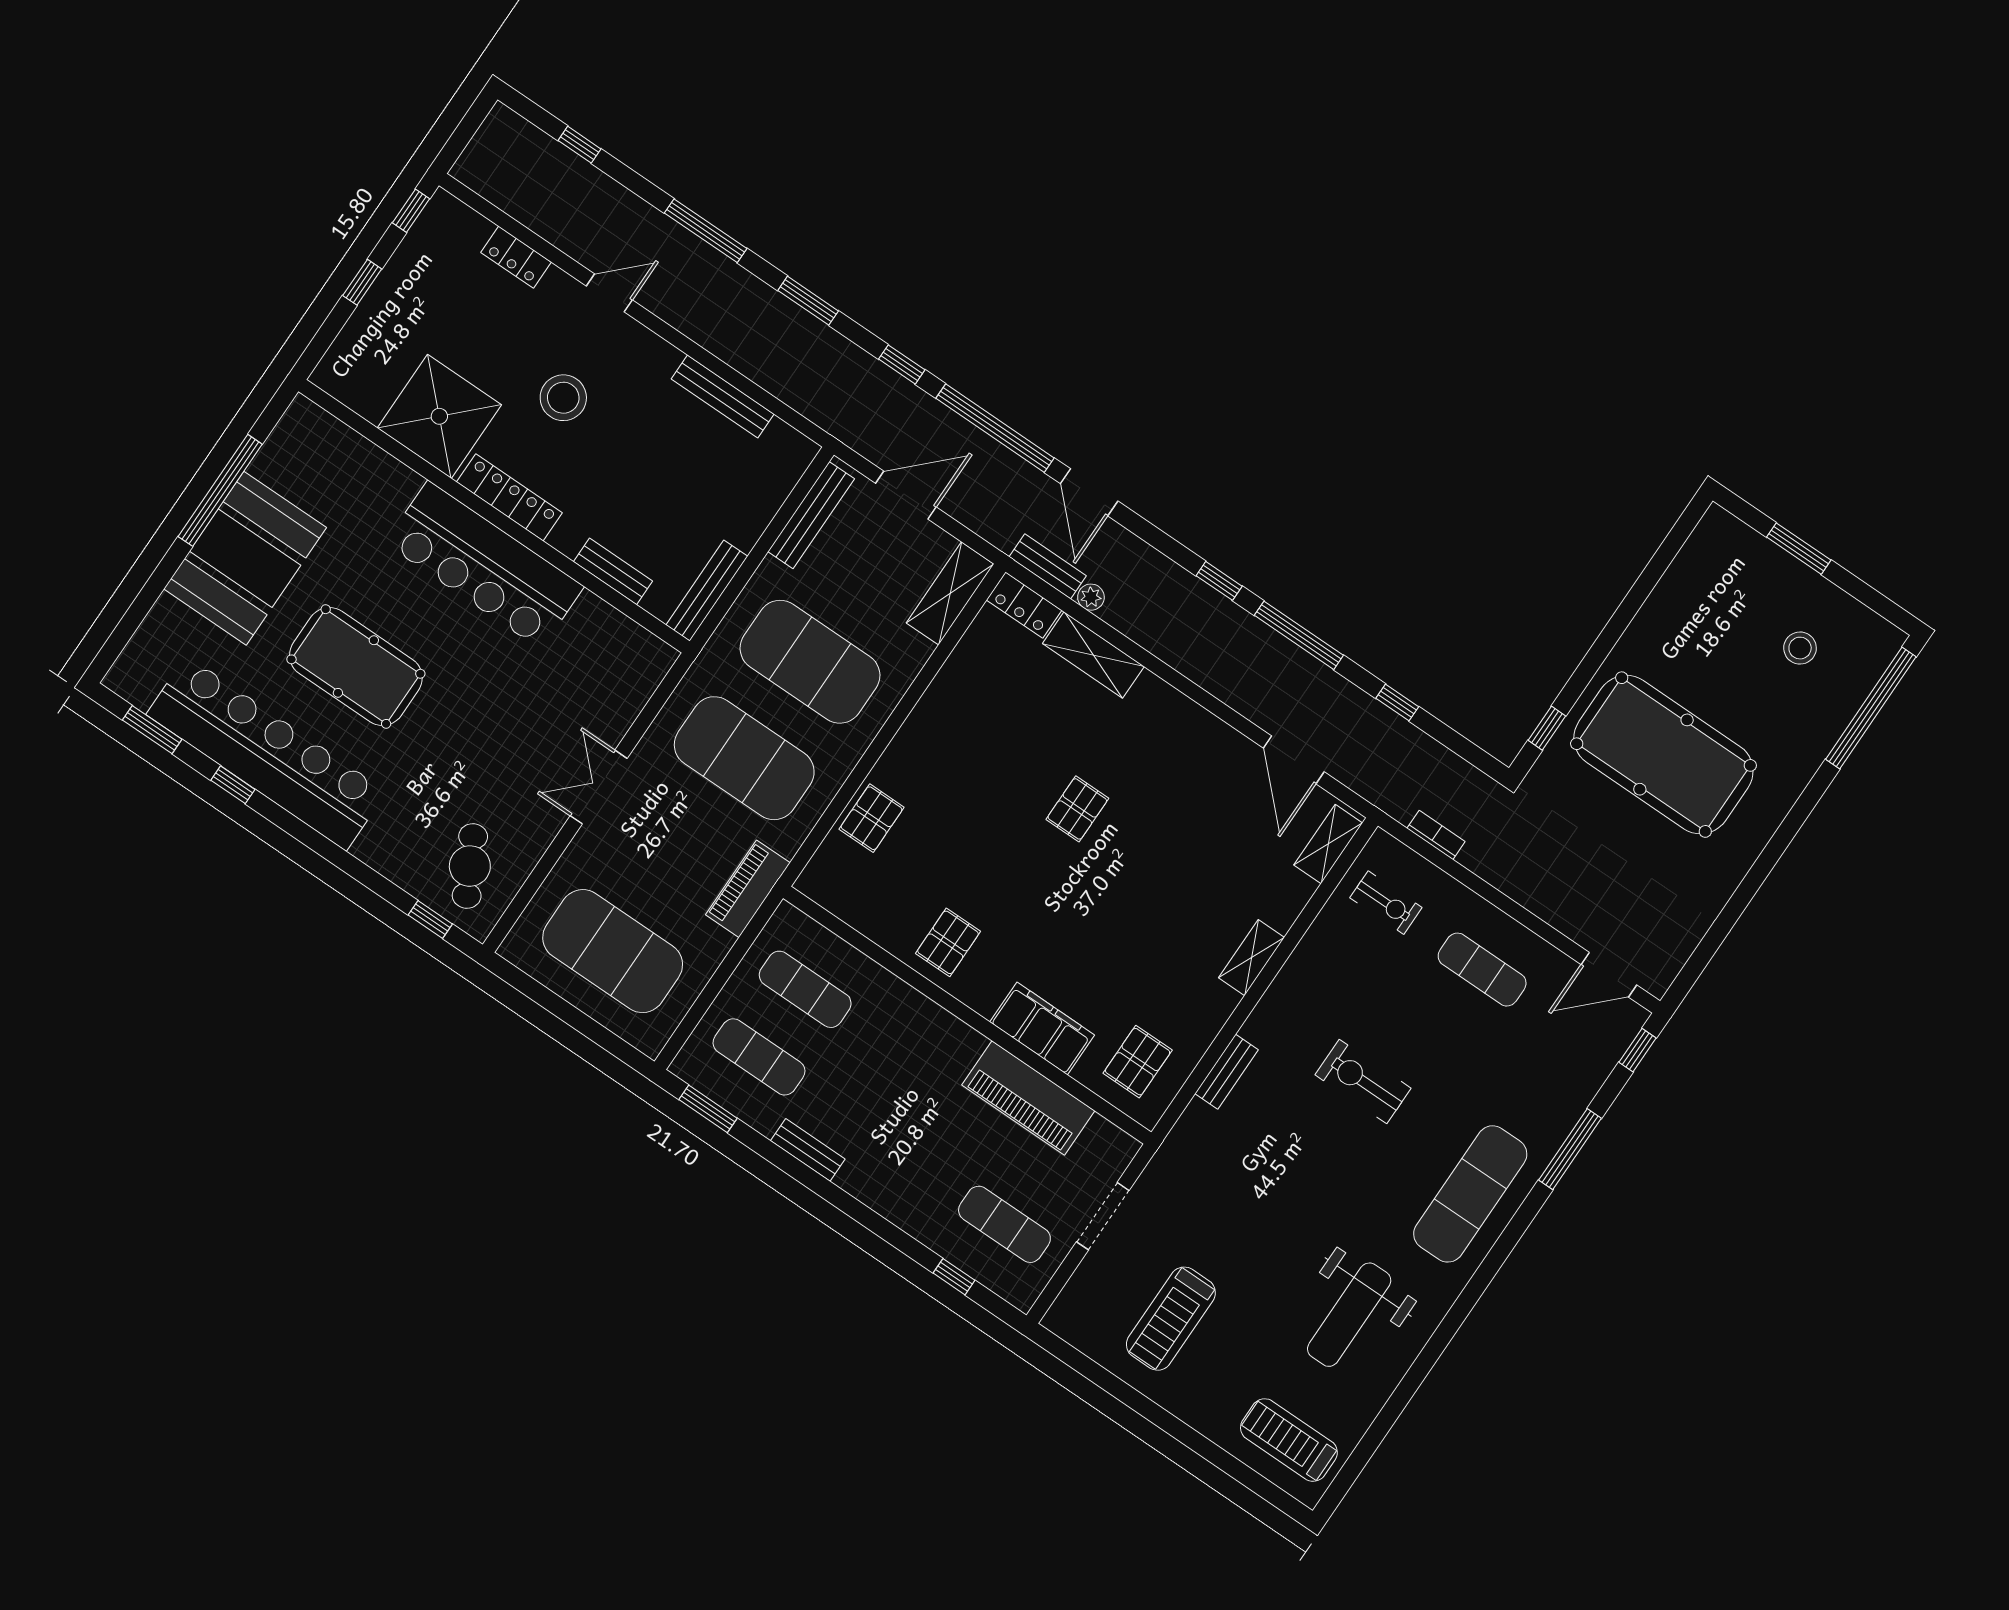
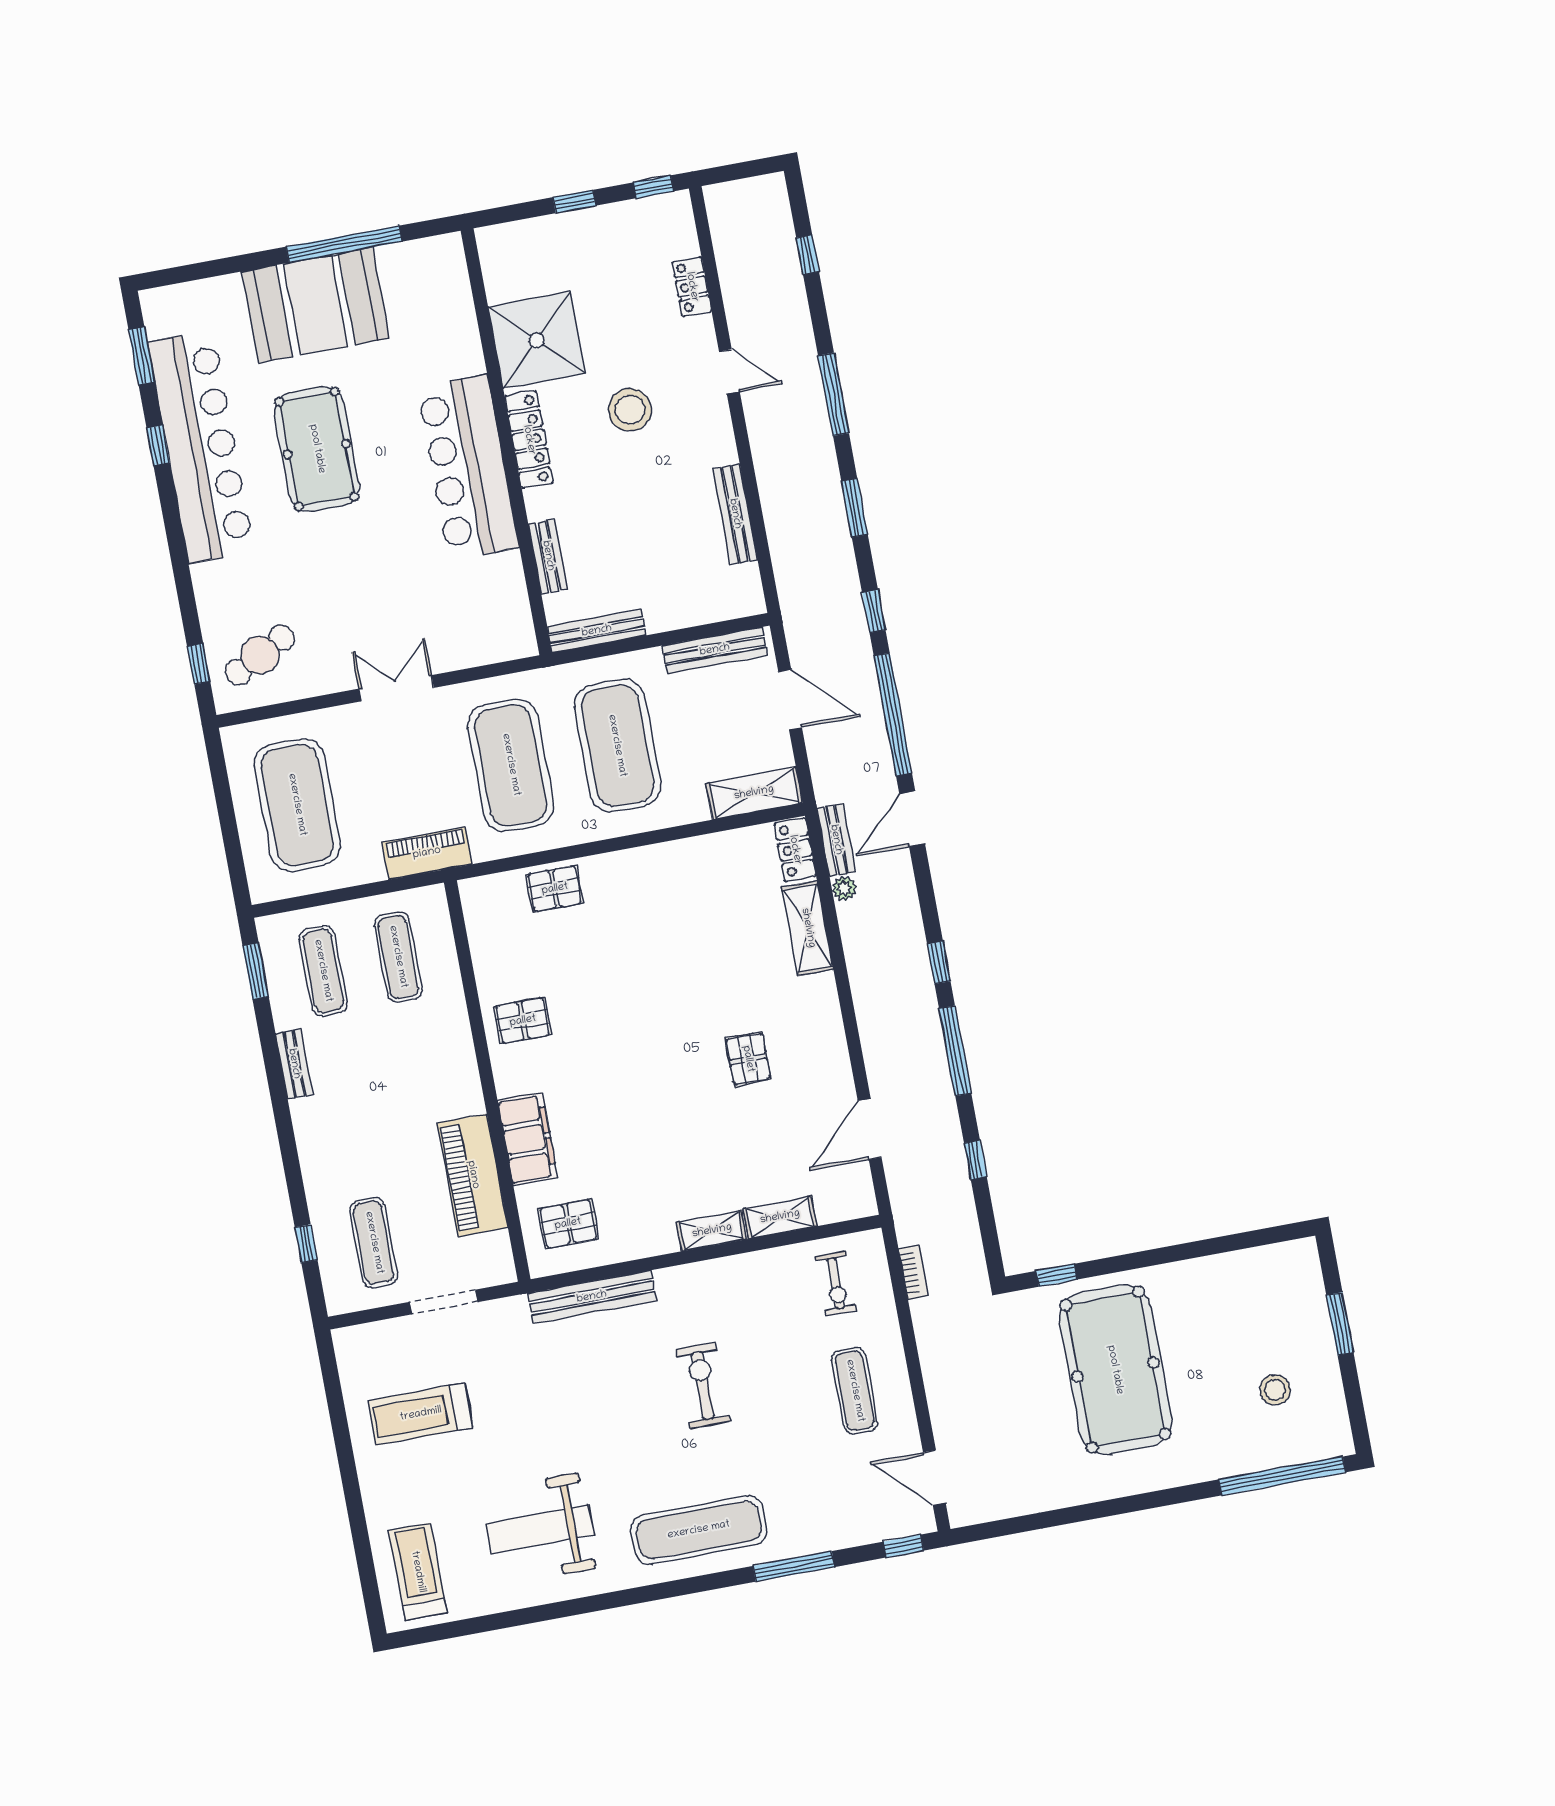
pallet: (1077, 809) -> (748, 1059), moved, turned 90
shelving: (1328, 844) -> (780, 1217), moved
bench: (1226, 1072) -> (592, 1297), width x1.86, depth x1.21

